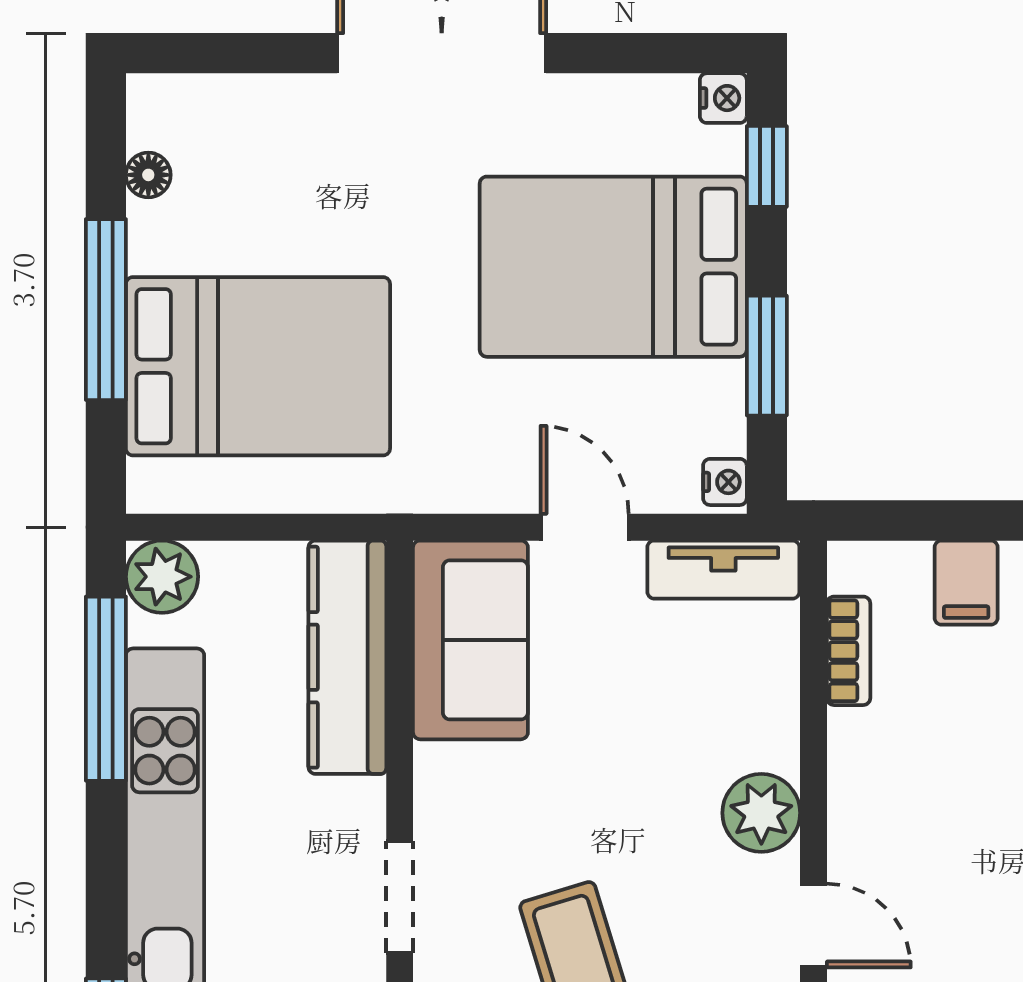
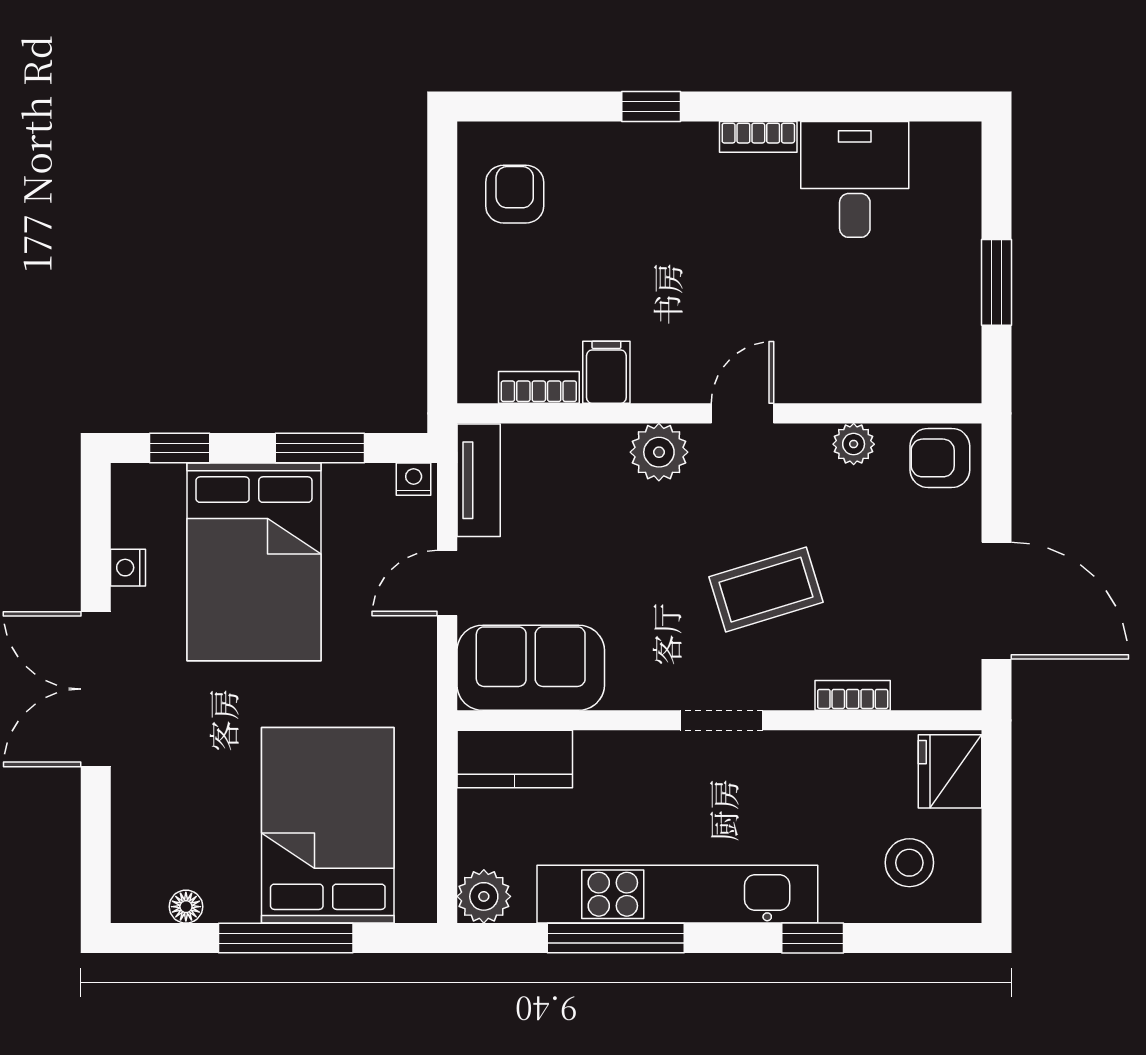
nightstand: (723, 98) -> (128, 568), moved, turned -90
filing cabinet: (966, 583) -> (606, 372), moved, turned -90
kitchen counter: (347, 657) -> (515, 759), width x0.67
window: (106, 689) -> (616, 938), moved

